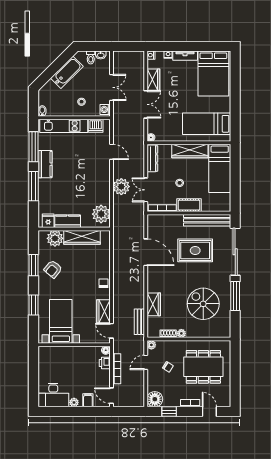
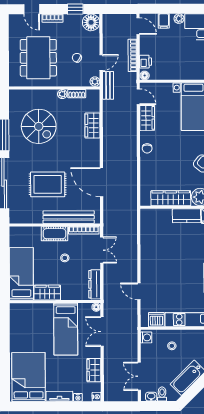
double door: (112, 87) -> (139, 376), moved
double door: (146, 104) -> (102, 332), moved
bed: (207, 124) -> (66, 329), moved, turned 90
wardrobe: (190, 151) -> (47, 293), width x0.67
plant: (121, 187) -> (128, 254), removed
plant: (101, 214) -> (150, 224), removed
bench: (207, 220) -> (69, 217), moved
bench: (139, 322) -> (108, 85), moved
dining table: (203, 367) -> (38, 58), turned 90

